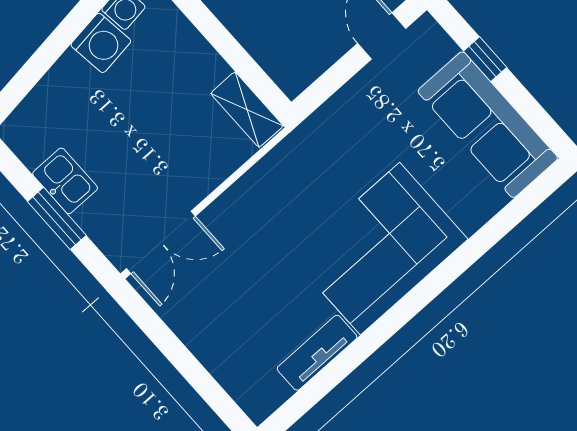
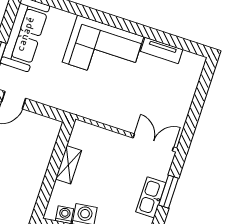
shelving: (247, 110) -> (68, 165), moved
kitchen sink: (65, 181) -> (151, 197), width x1.38

